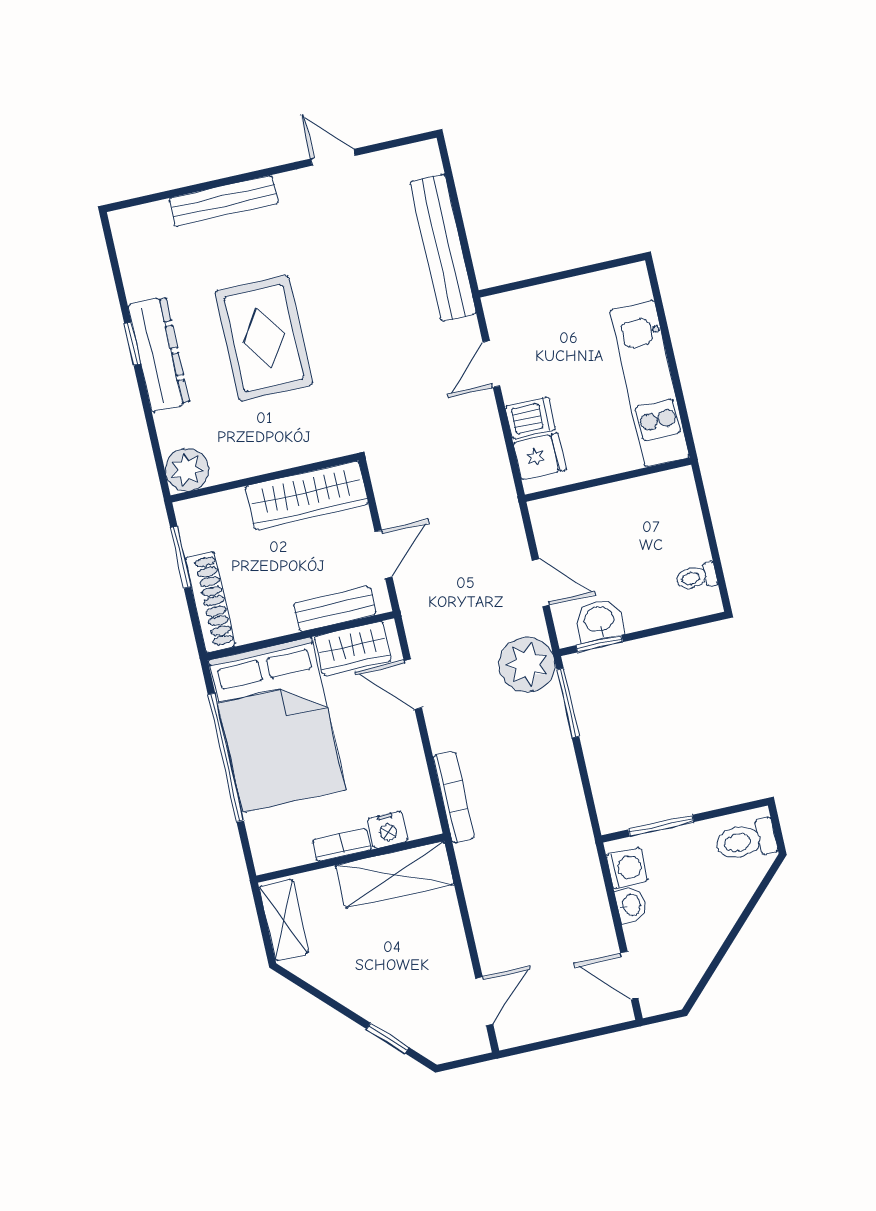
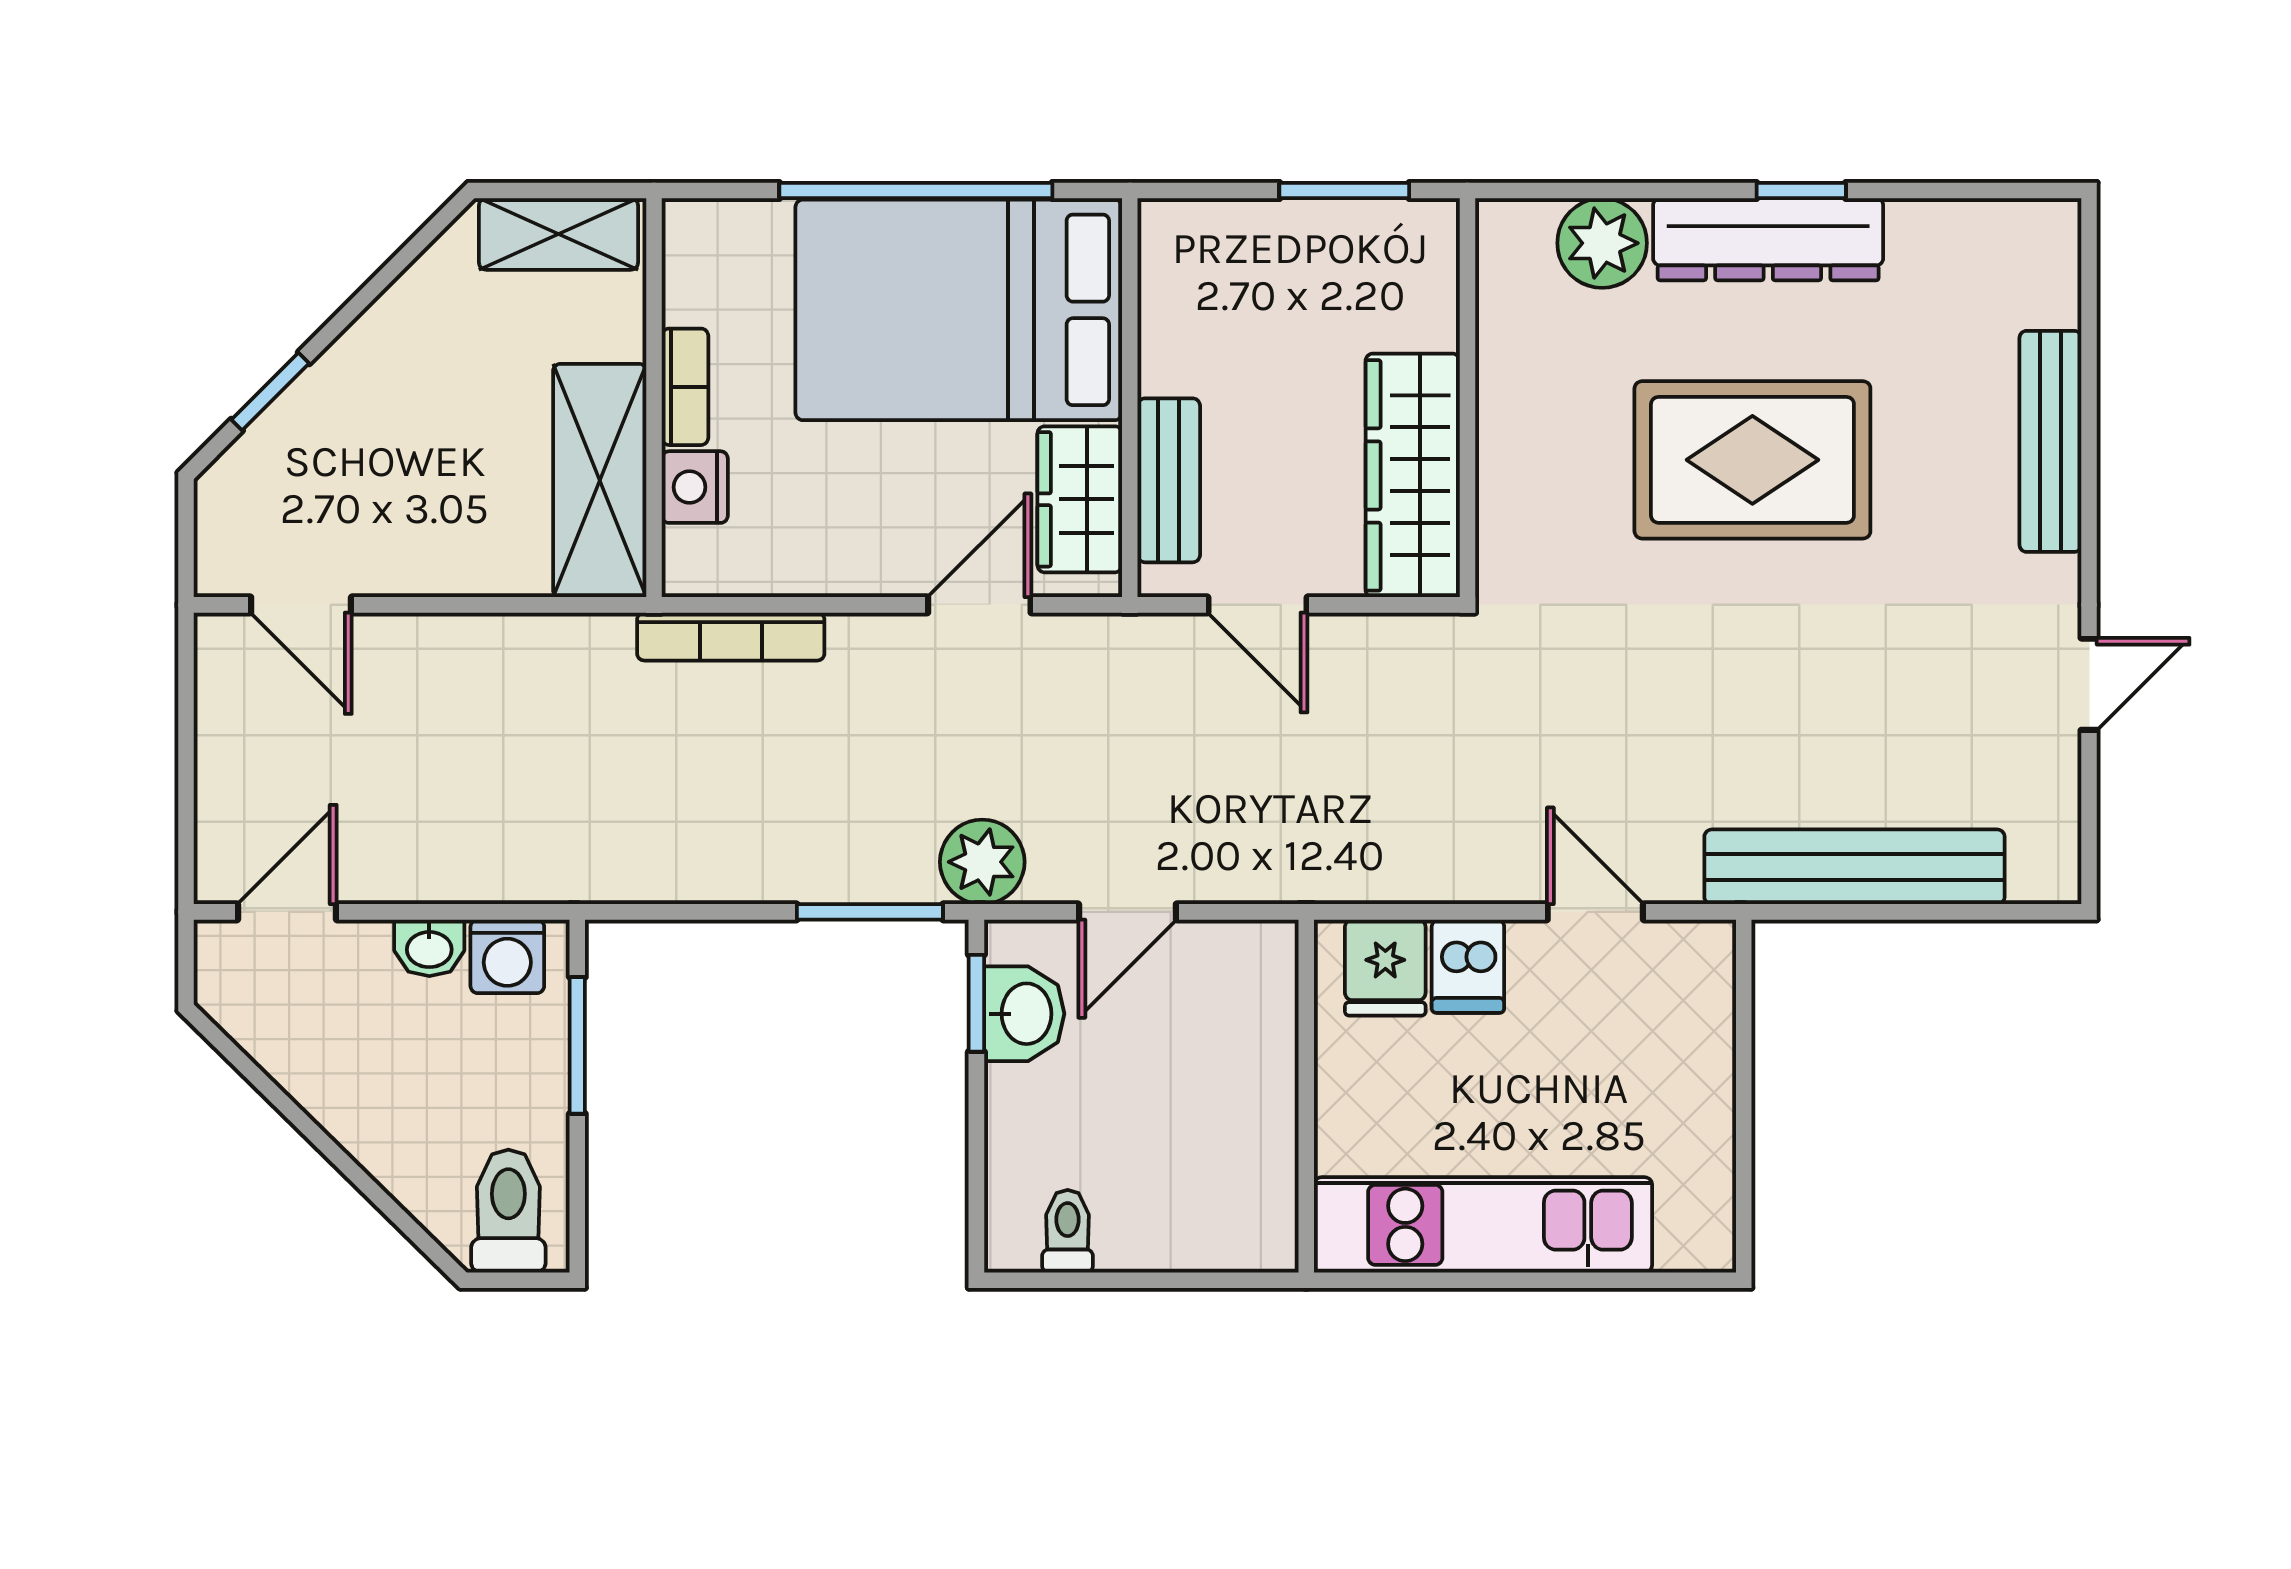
plant: (187, 470) -> (1602, 243), moved
shoe rack: (210, 602) -> (1240, 230), removed
plant: (527, 665) -> (982, 862), width x0.73, depth x0.73

